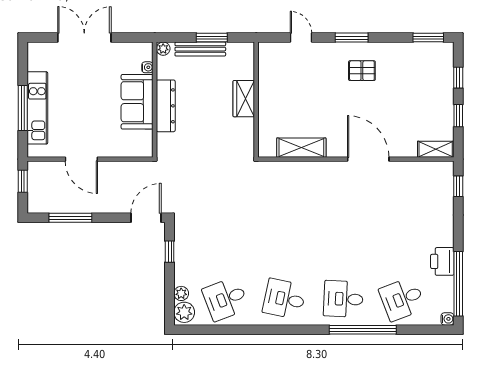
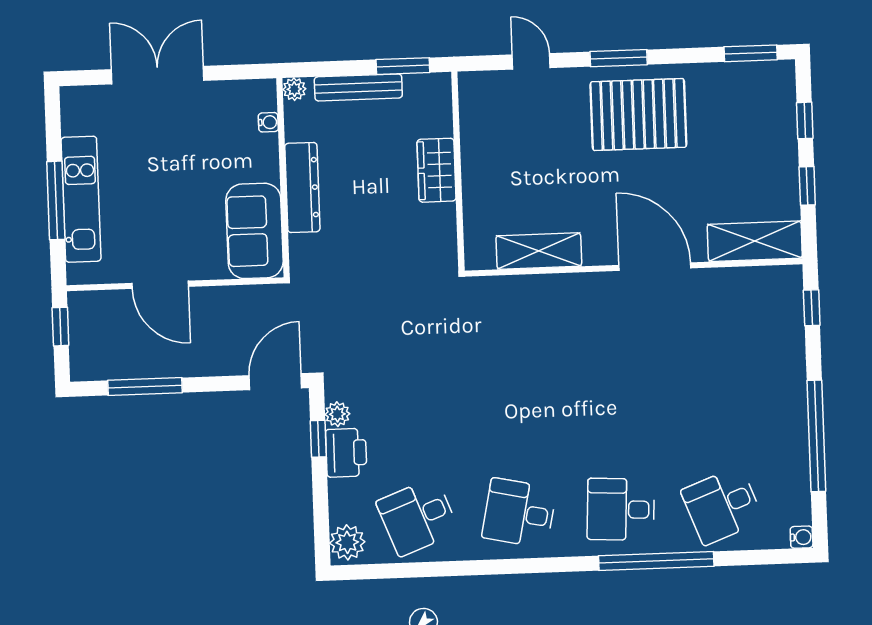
window: (212, 38) -> (403, 66), moved
pallet: (362, 71) -> (638, 114), width x2.05, depth x2.00
sofa: (137, 102) -> (254, 231), moved
shelving: (436, 149) -> (755, 241), width x1.50, depth x1.33
printer: (442, 261) -> (346, 453), moved, turned 180
window: (458, 284) -> (816, 436), moved
plant: (181, 293) -> (337, 414), moved

